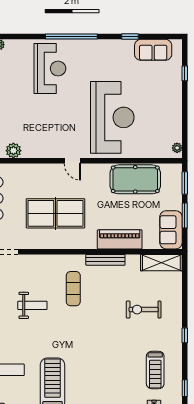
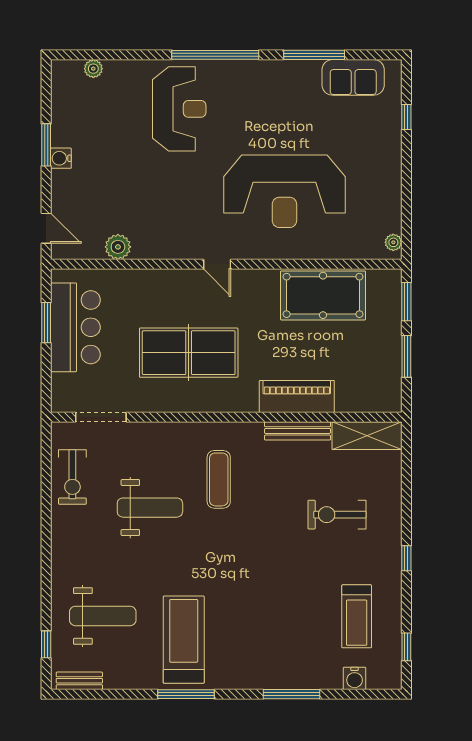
window: (130, 36) -> (314, 55), width x2.17
reception desk: (112, 117) -> (284, 191), turned 90
sofa: (171, 230) -> (383, 380), removed
bench: (105, 260) -> (298, 431), moved
weight bench: (32, 305) -> (150, 508), width x1.36, depth x1.33

